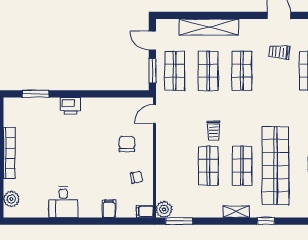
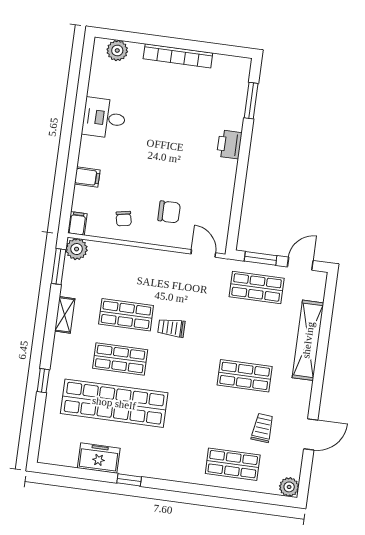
shop shelf: (208, 71) -> (251, 332), removed
shelving: (236, 212) -> (65, 315), moved

